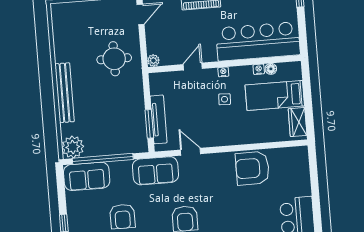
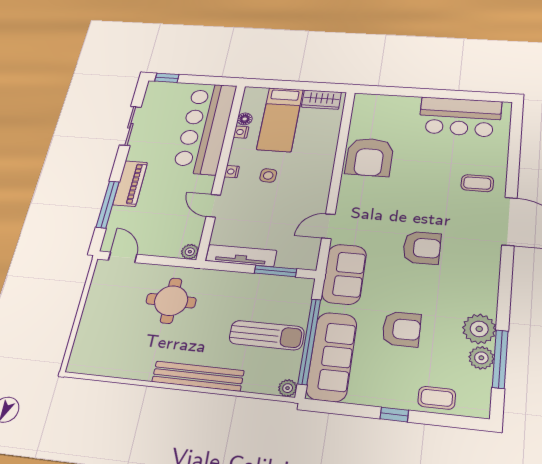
tv unit: (159, 119) -> (241, 256), moved
sun lounger: (102, 130) -> (267, 335), added
plant: (73, 147) -> (288, 388), width x0.53, depth x0.53
sofa: (87, 176) -> (332, 356), width x1.36

